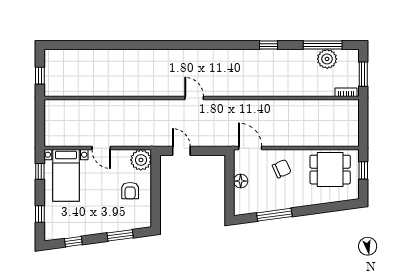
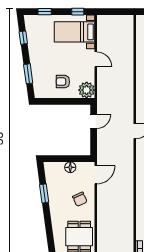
door: (101, 148) -> (96, 59), swing flipped
window: (274, 215) -> (44, 193), width x0.69

